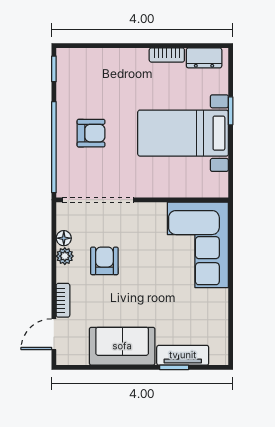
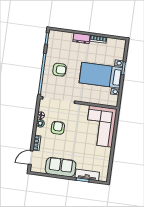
dresser: (204, 58) -> (81, 38), moved

